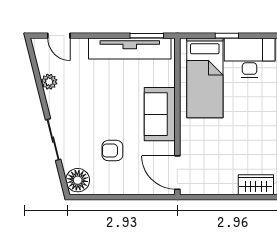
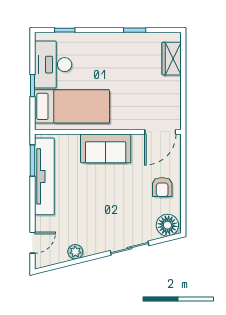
armchair: (112, 151) -> (162, 187), moved

